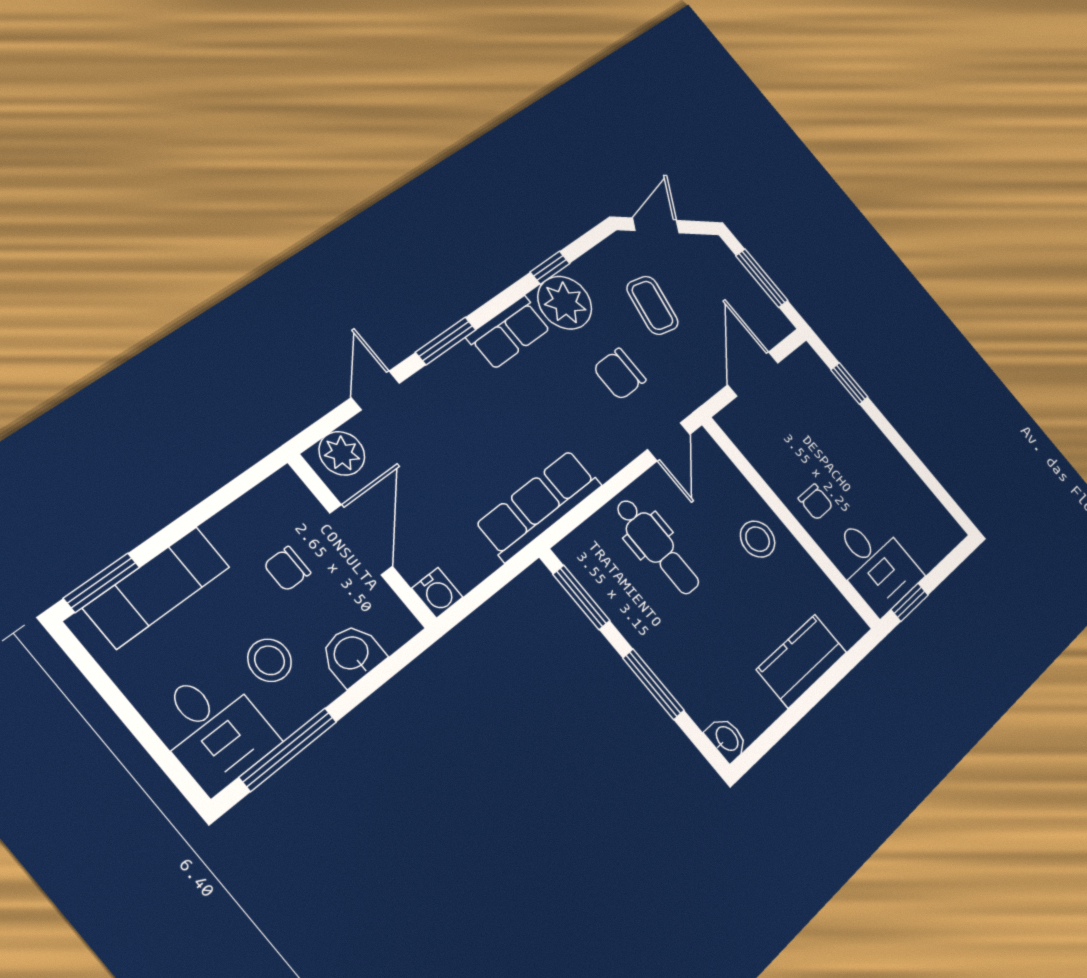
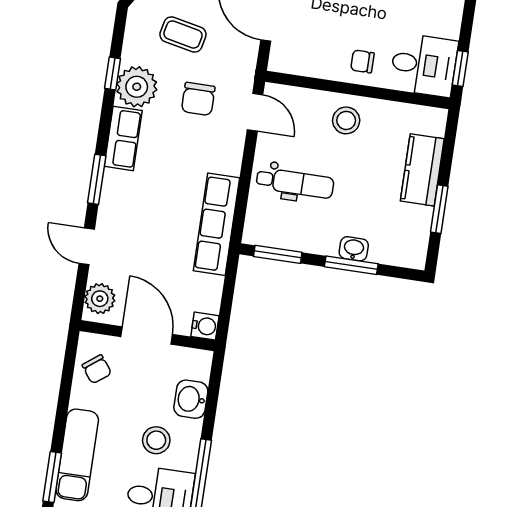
chair: (816, 502) -> (362, 61), turned 180
chair: (287, 569) -> (97, 369), moved, turned -37
window: (791, 717) -> (439, 209), added
washbasin: (726, 739) -> (354, 249), moved

